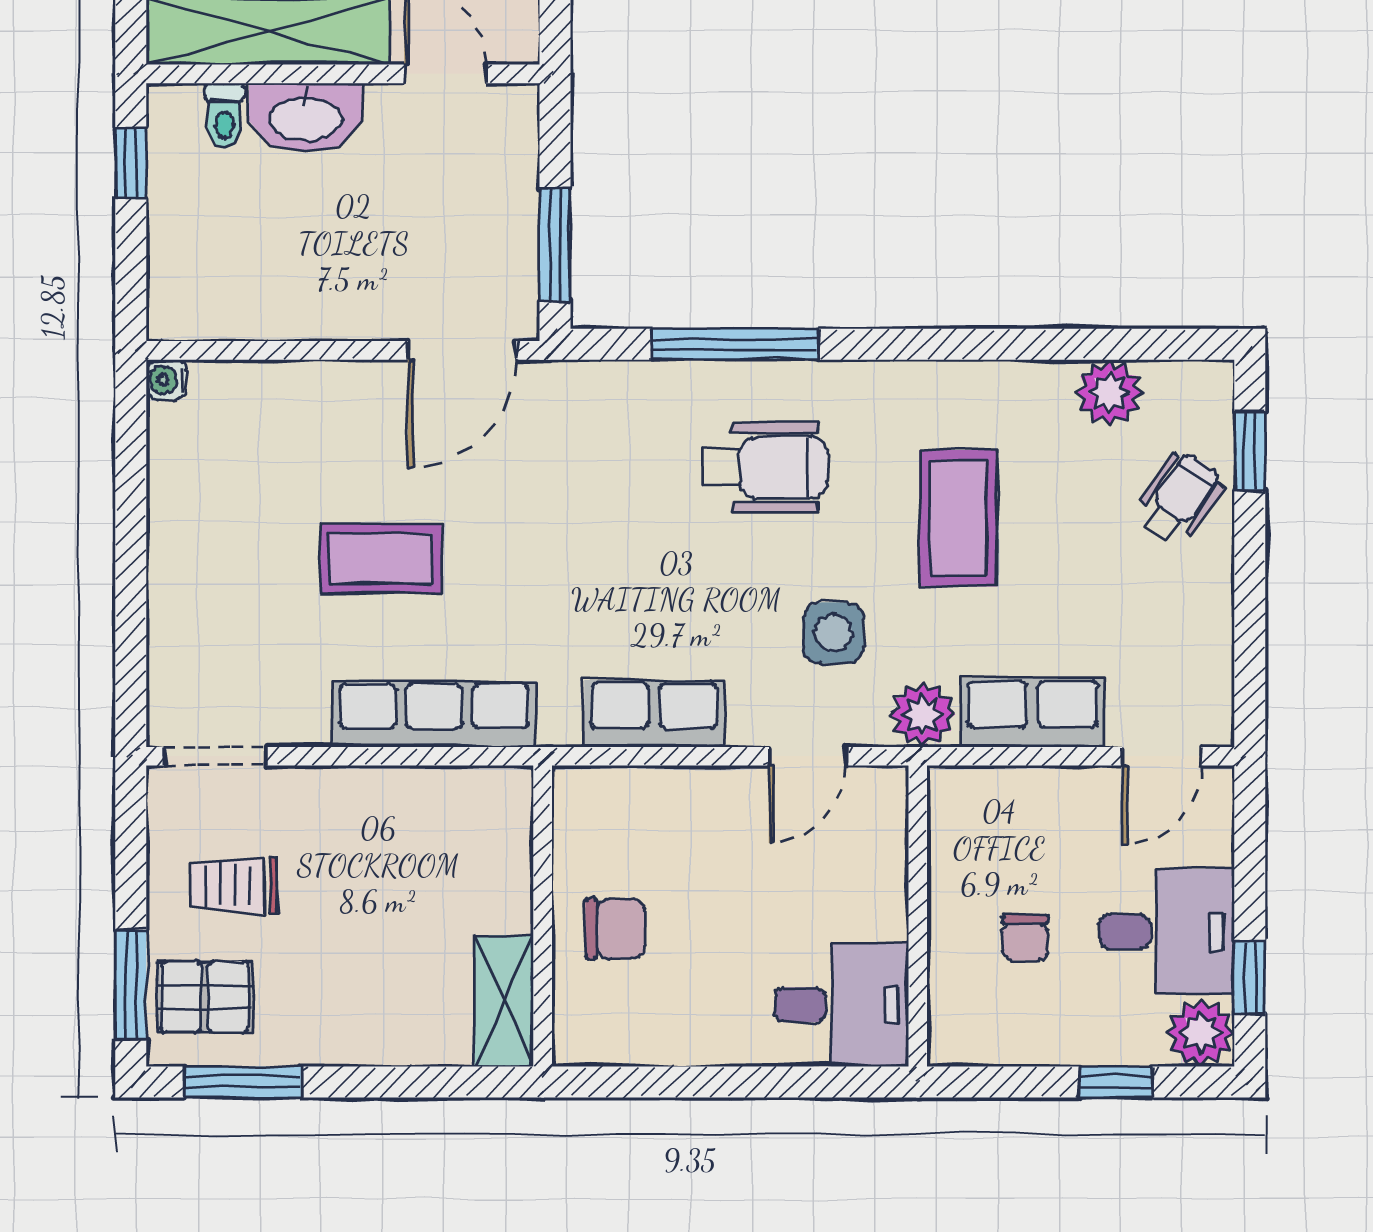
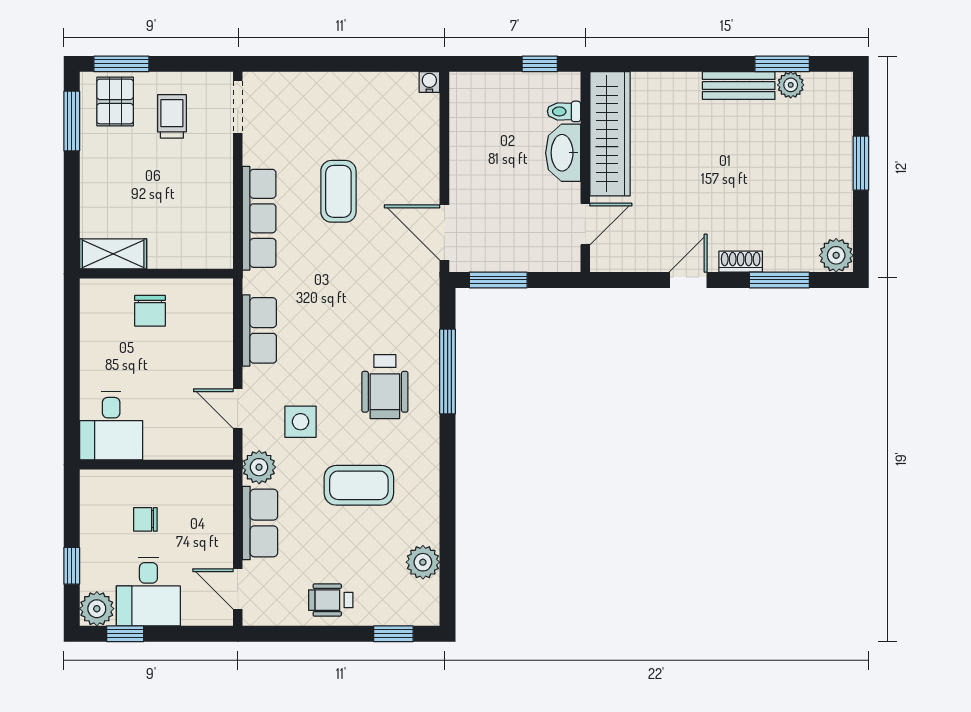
wheelchair: (1179, 500) -> (331, 600), moved, turned 146

